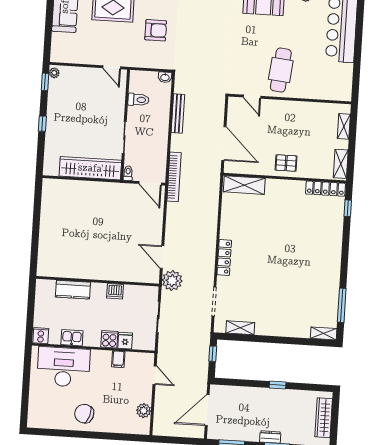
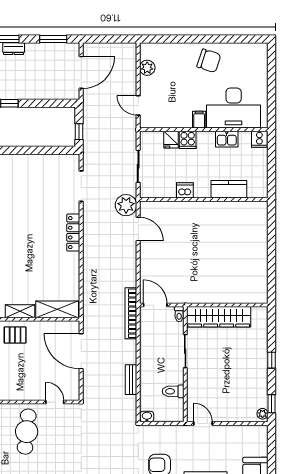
bench: (178, 113) -> (131, 380), width x0.73
shelving: (240, 328) -> (20, 311), moved
filing cabinet: (118, 359) -> (199, 120), moved

